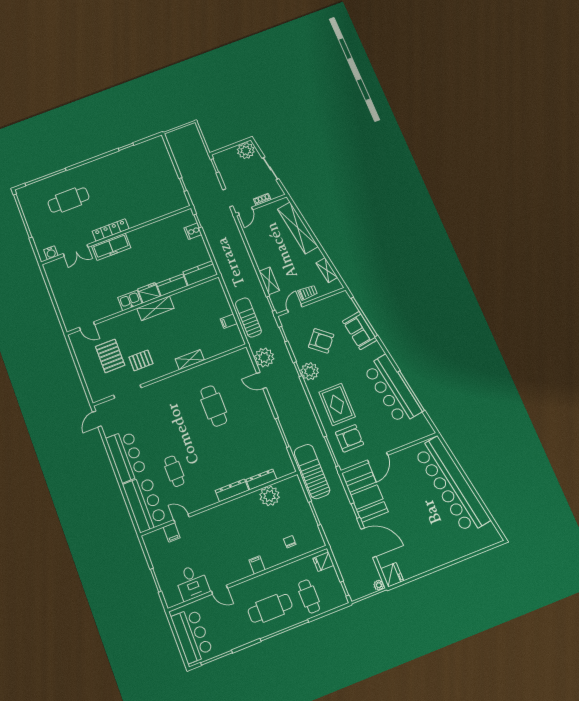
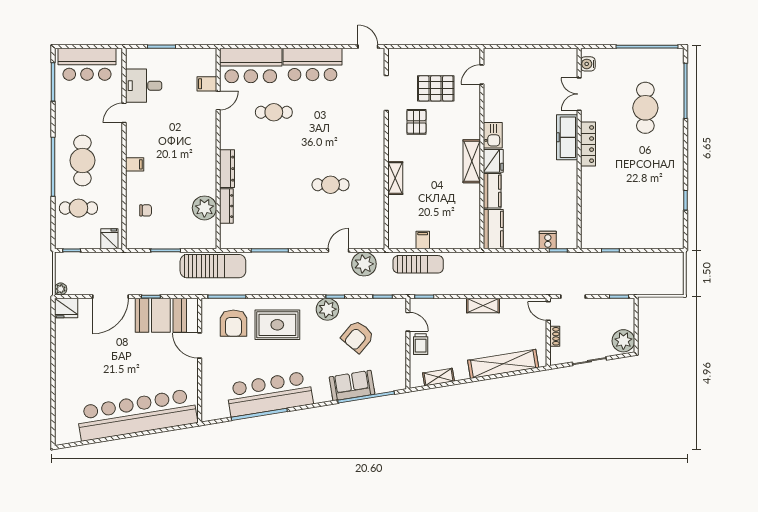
shelving: (269, 281) -> (483, 305), moved
cafe table: (214, 406) -> (331, 185), width x0.73, depth x0.74

